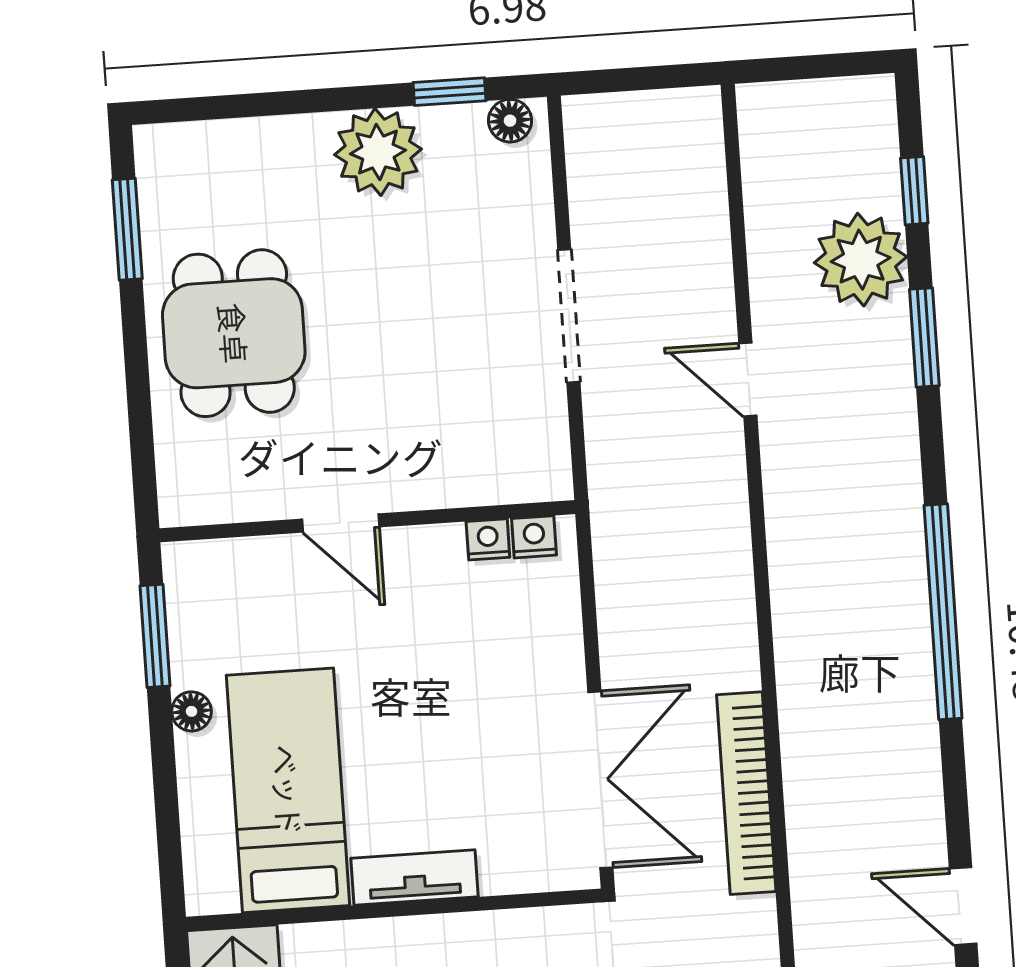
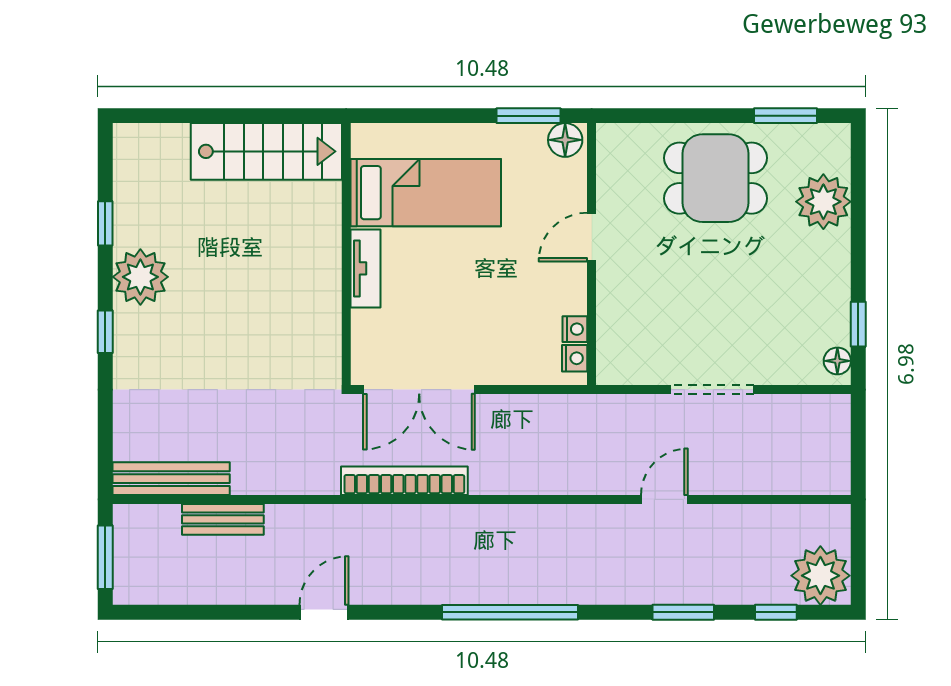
plant: (378, 152) -> (823, 202), moved
plant: (861, 260) -> (820, 576), moved
floor lamp: (192, 711) -> (565, 140), moved, width x1.37, depth x1.37

